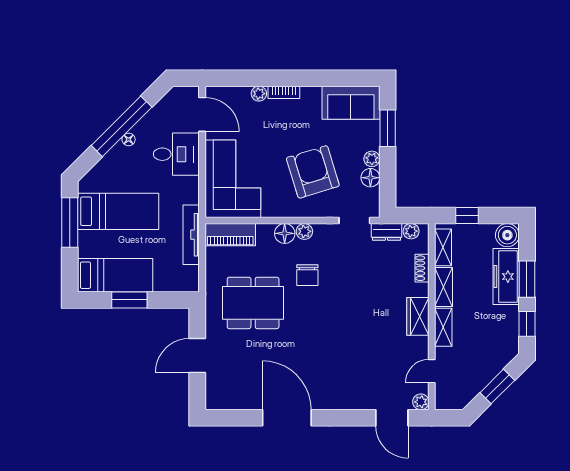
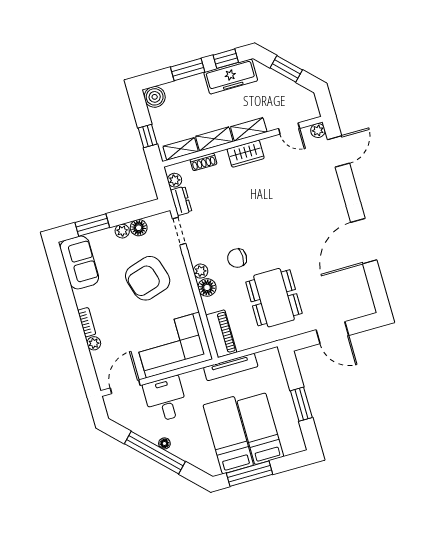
bed: (115, 275) -> (260, 429), moved
chair: (307, 275) -> (237, 258), turned 180
freezer: (506, 277) -> (231, 77), moved

